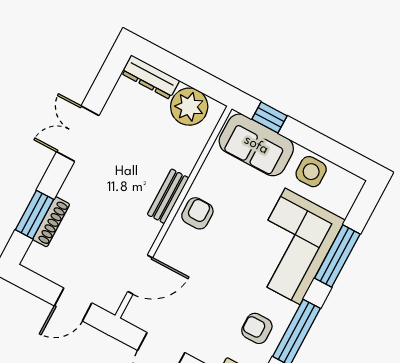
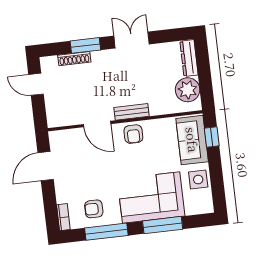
armchair: (197, 213) -> (133, 134), turned 90
window: (35, 215) -> (85, 45), moved
door: (140, 275) -> (97, 124), moved
door: (73, 304) -> (36, 84), moved
armchair: (257, 328) -> (94, 209), turned -90

